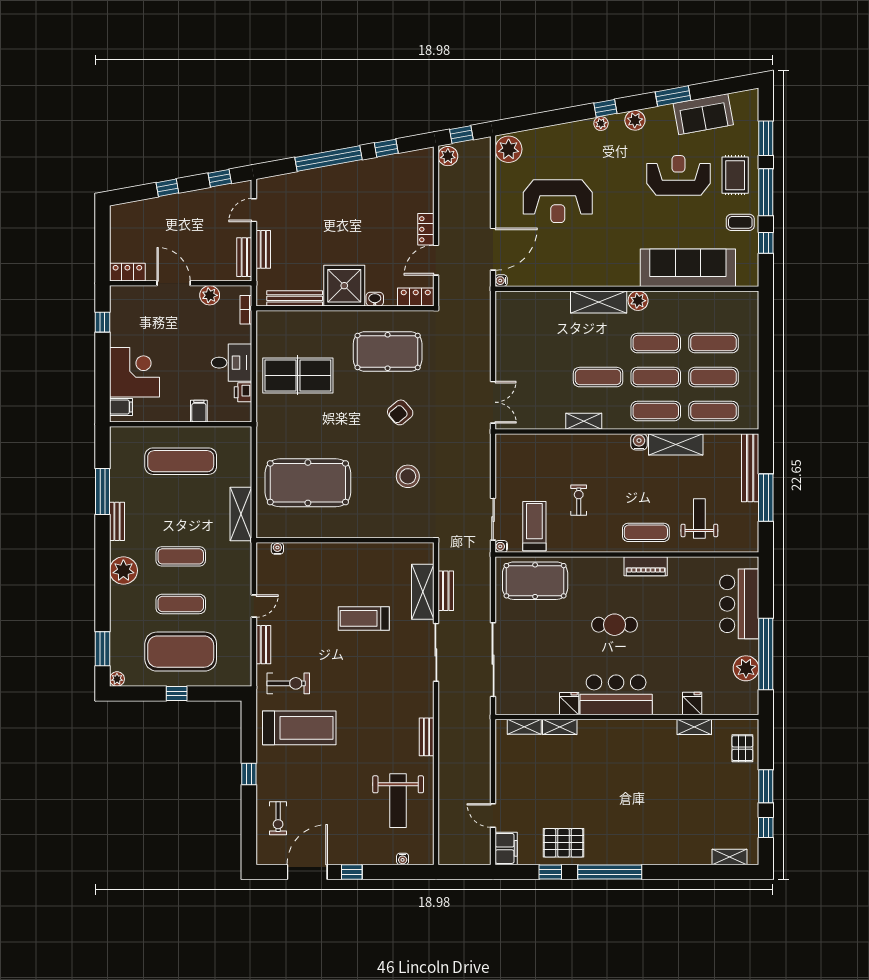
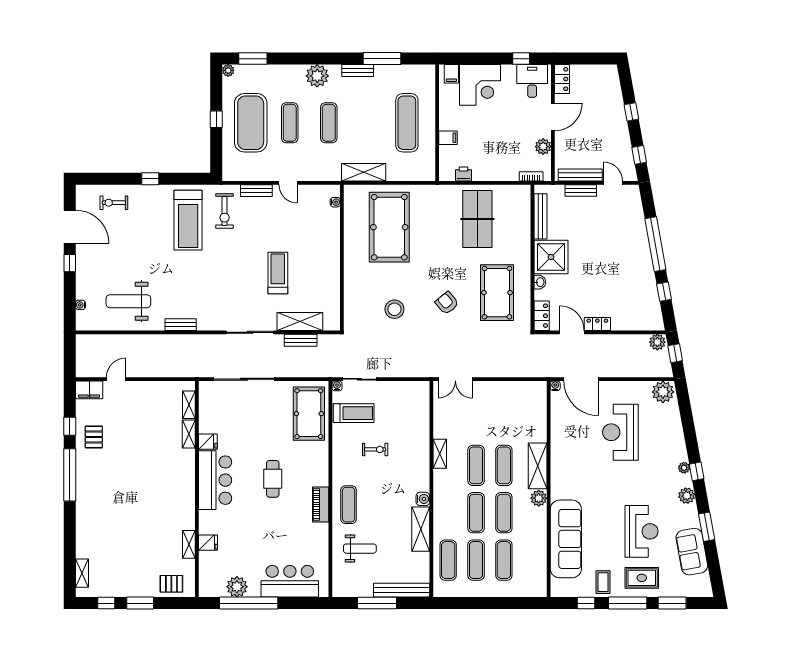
bench: (244, 257) -> (580, 175), width x1.36
desk: (232, 363) -> (532, 81), moved, turned 180
exercise mat: (656, 411) -> (504, 465), moved
pallet: (563, 843) -> (94, 437), width x0.67, depth x0.71

